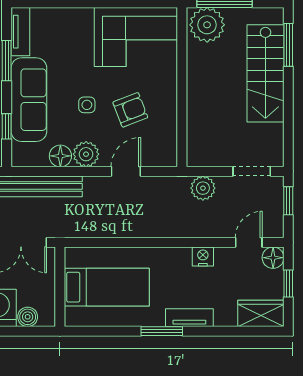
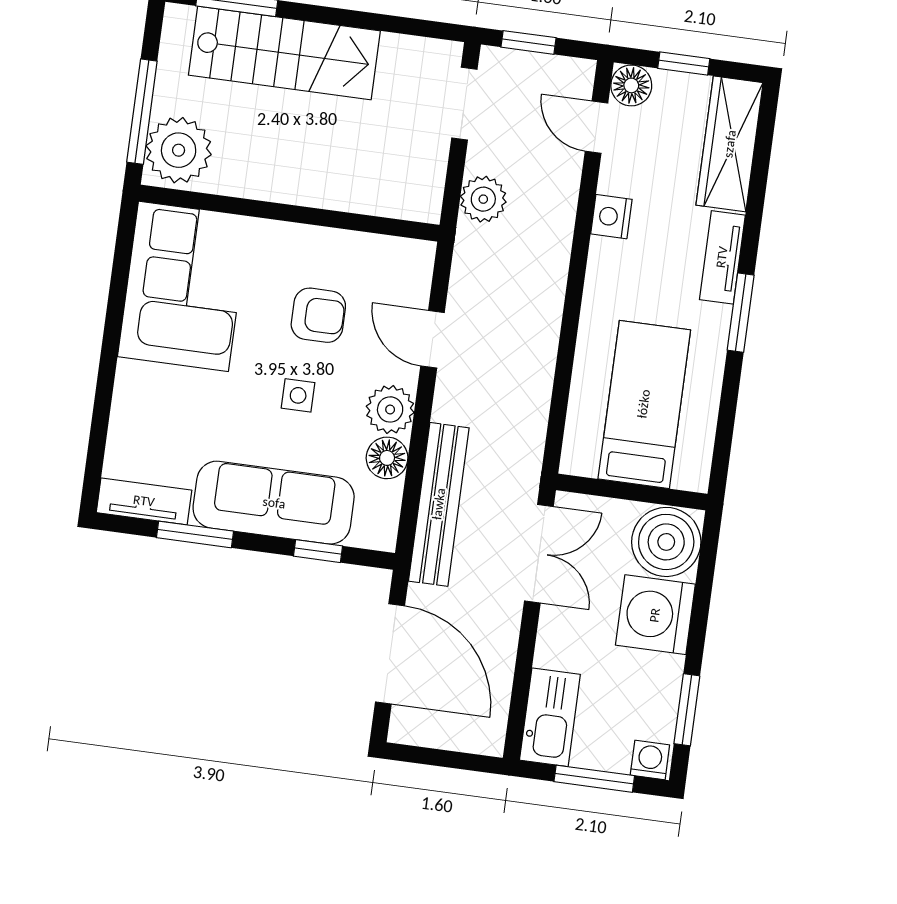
armchair: (130, 110) -> (318, 315), turned 111
wardrobe: (261, 313) -> (730, 144), width x1.50
boiler: (28, 317) -> (666, 542), width x1.86, depth x1.86

